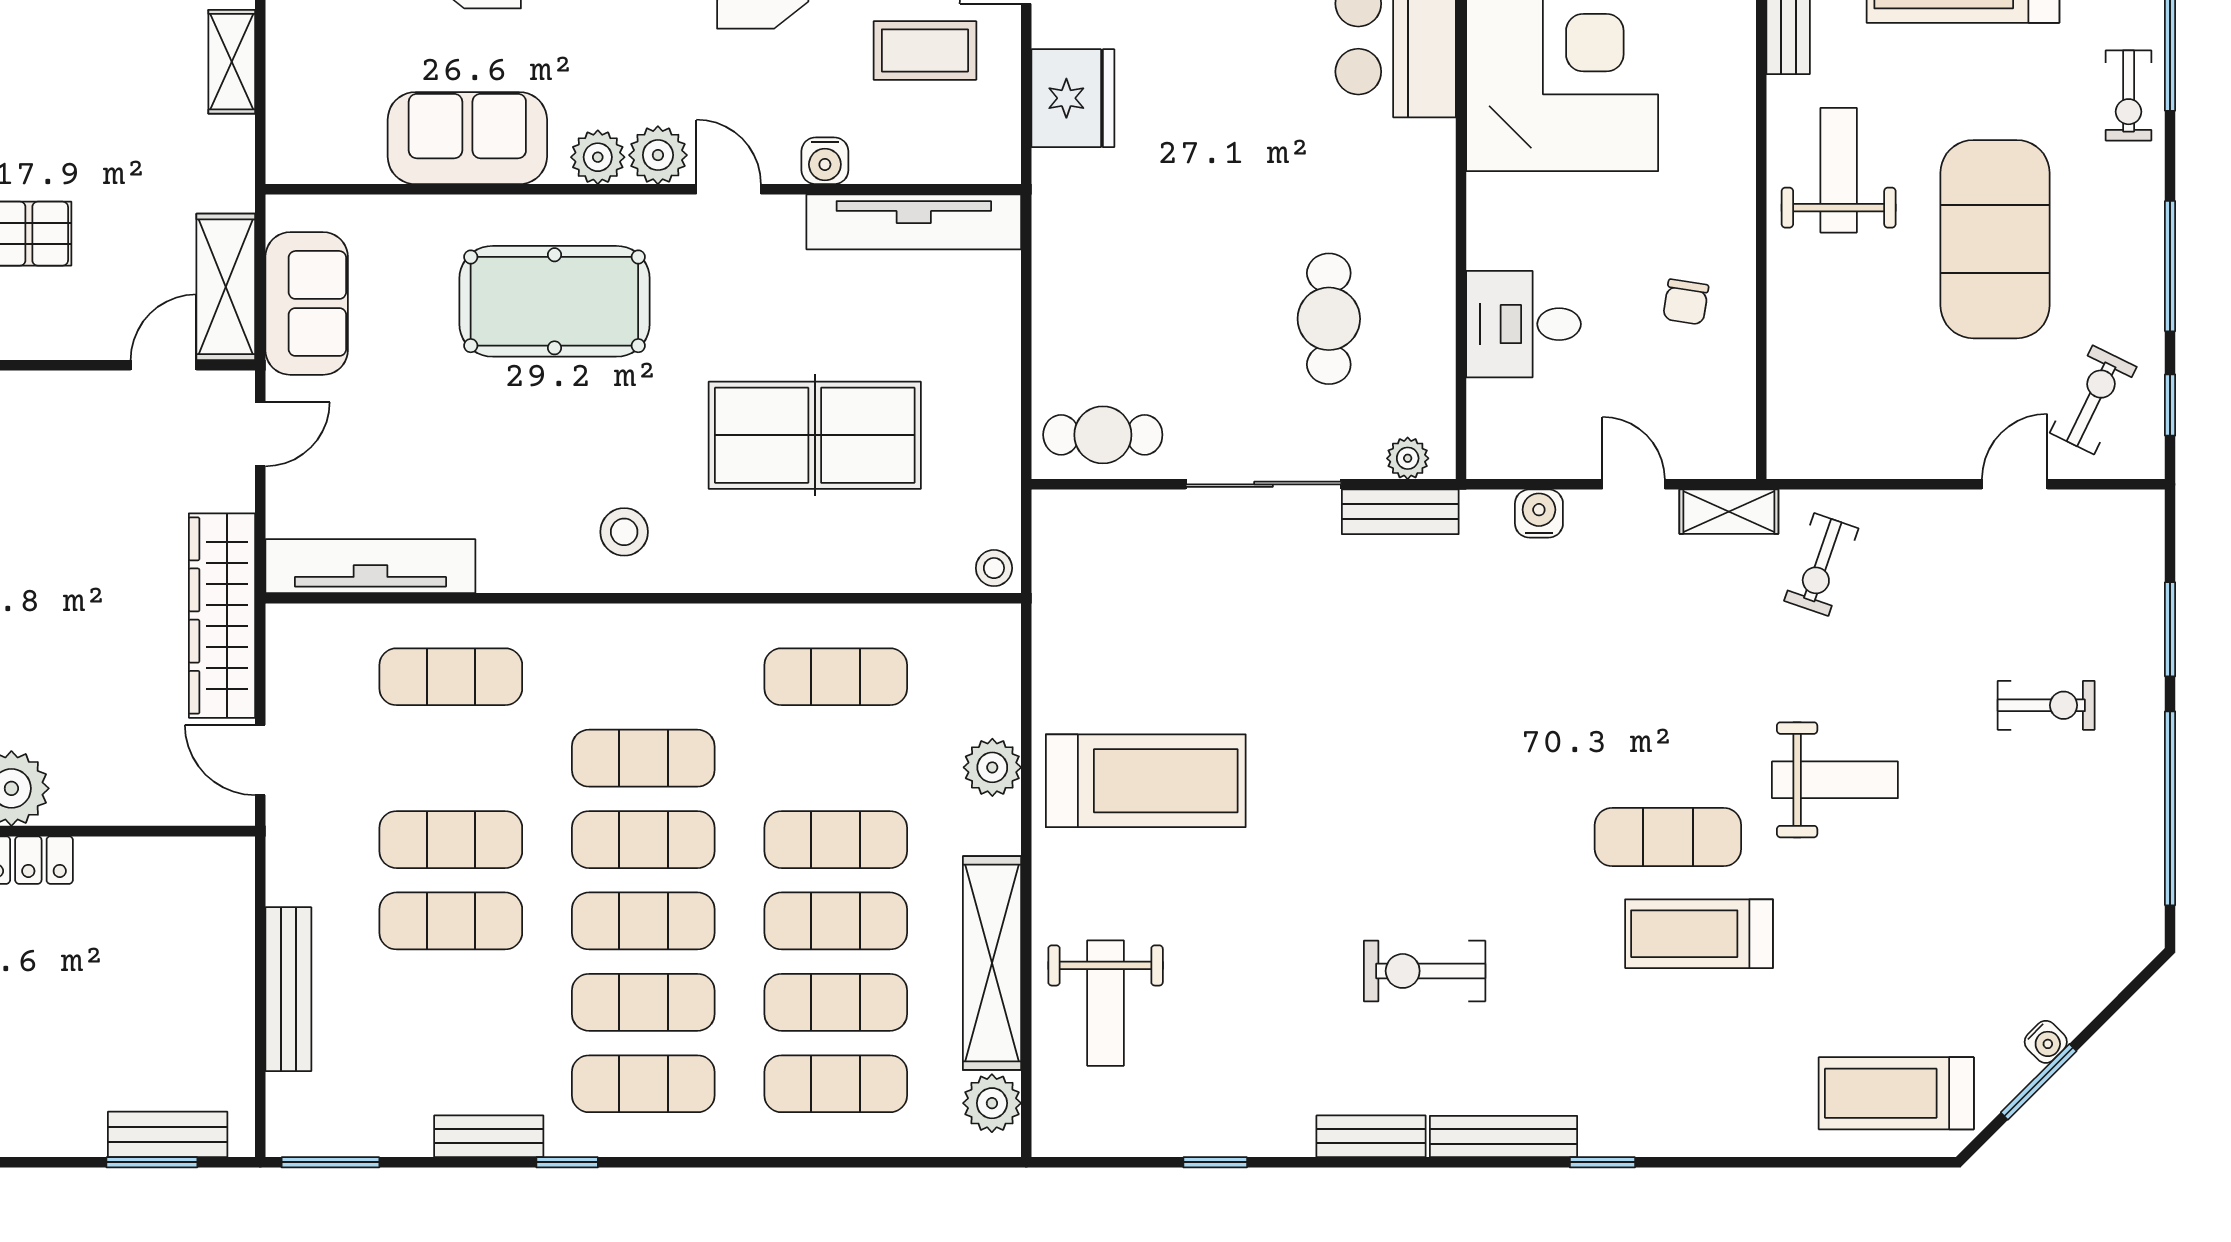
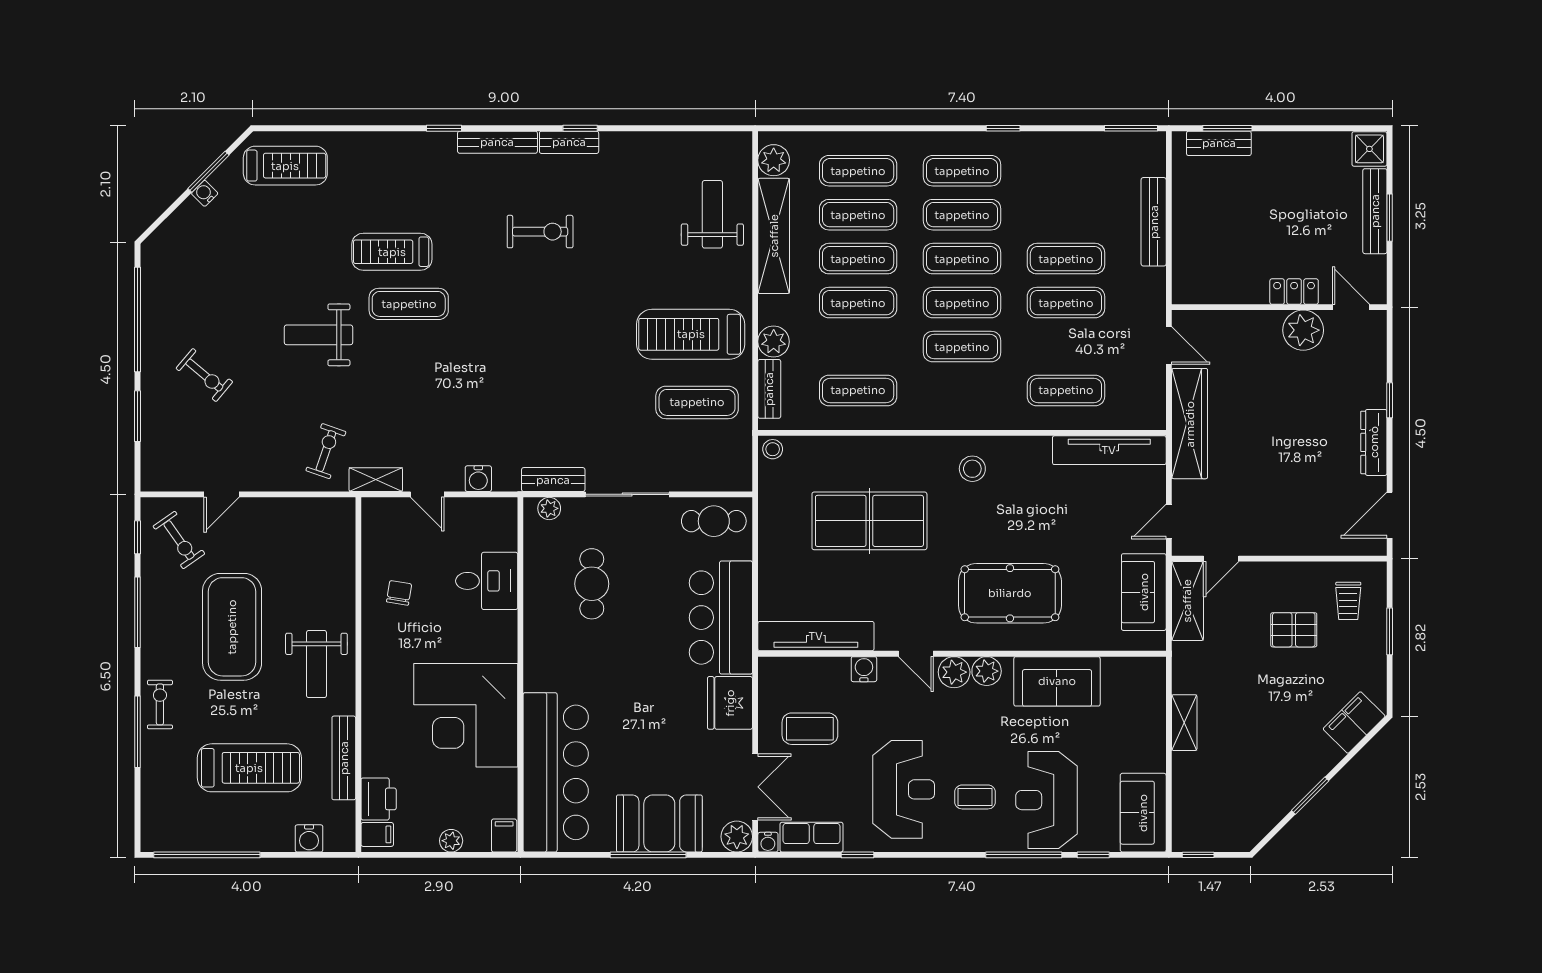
bar counter: (1090, 256) -> (721, 618), added
exercise bike: (2093, 400) -> (179, 540), turned -61
exercise mat: (1134, 655) -> (697, 402), added
exercise bike: (2046, 705) -> (204, 375), turned -140
treadmill: (1699, 934) -> (392, 252), turned 180
bench: (489, 1136) -> (769, 389), moved, turned 90
window: (1215, 1162) -> (580, 128), moved

